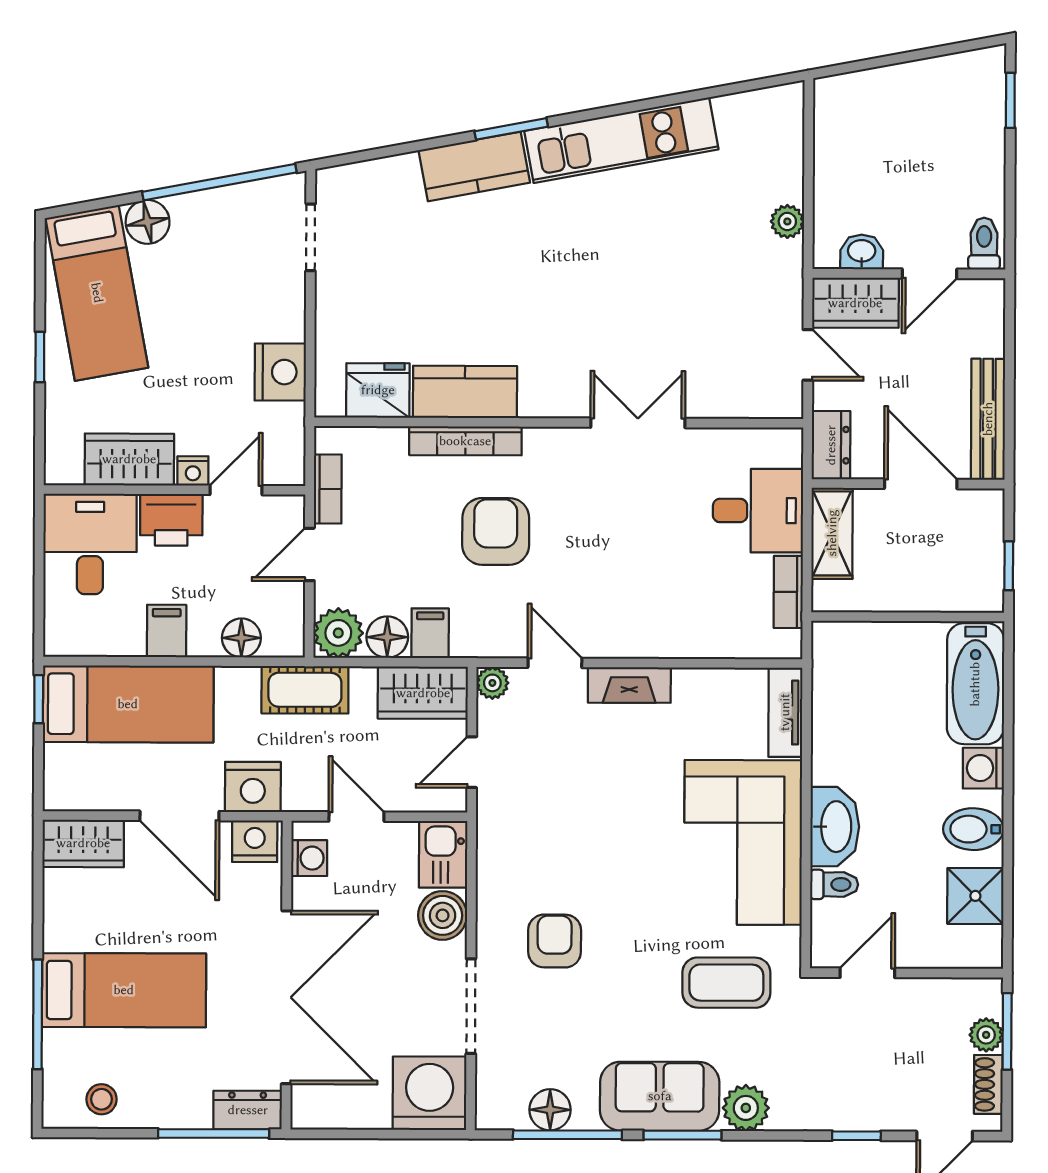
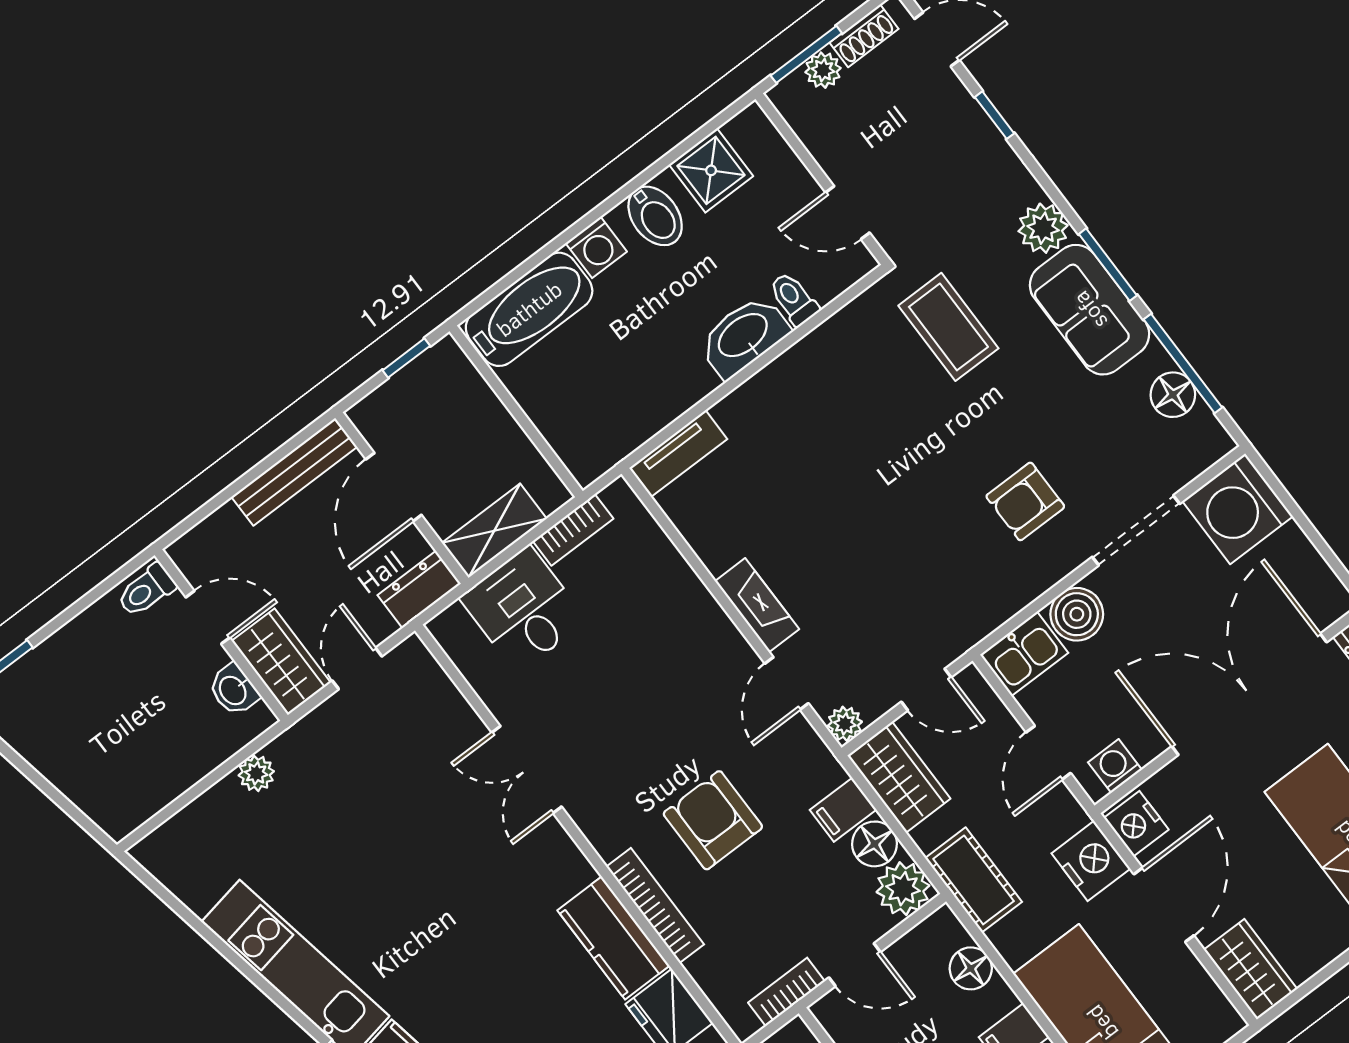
armchair: (496, 531) -> (713, 820), turned 90
corner sofa: (743, 842) -> (817, 404), removed

